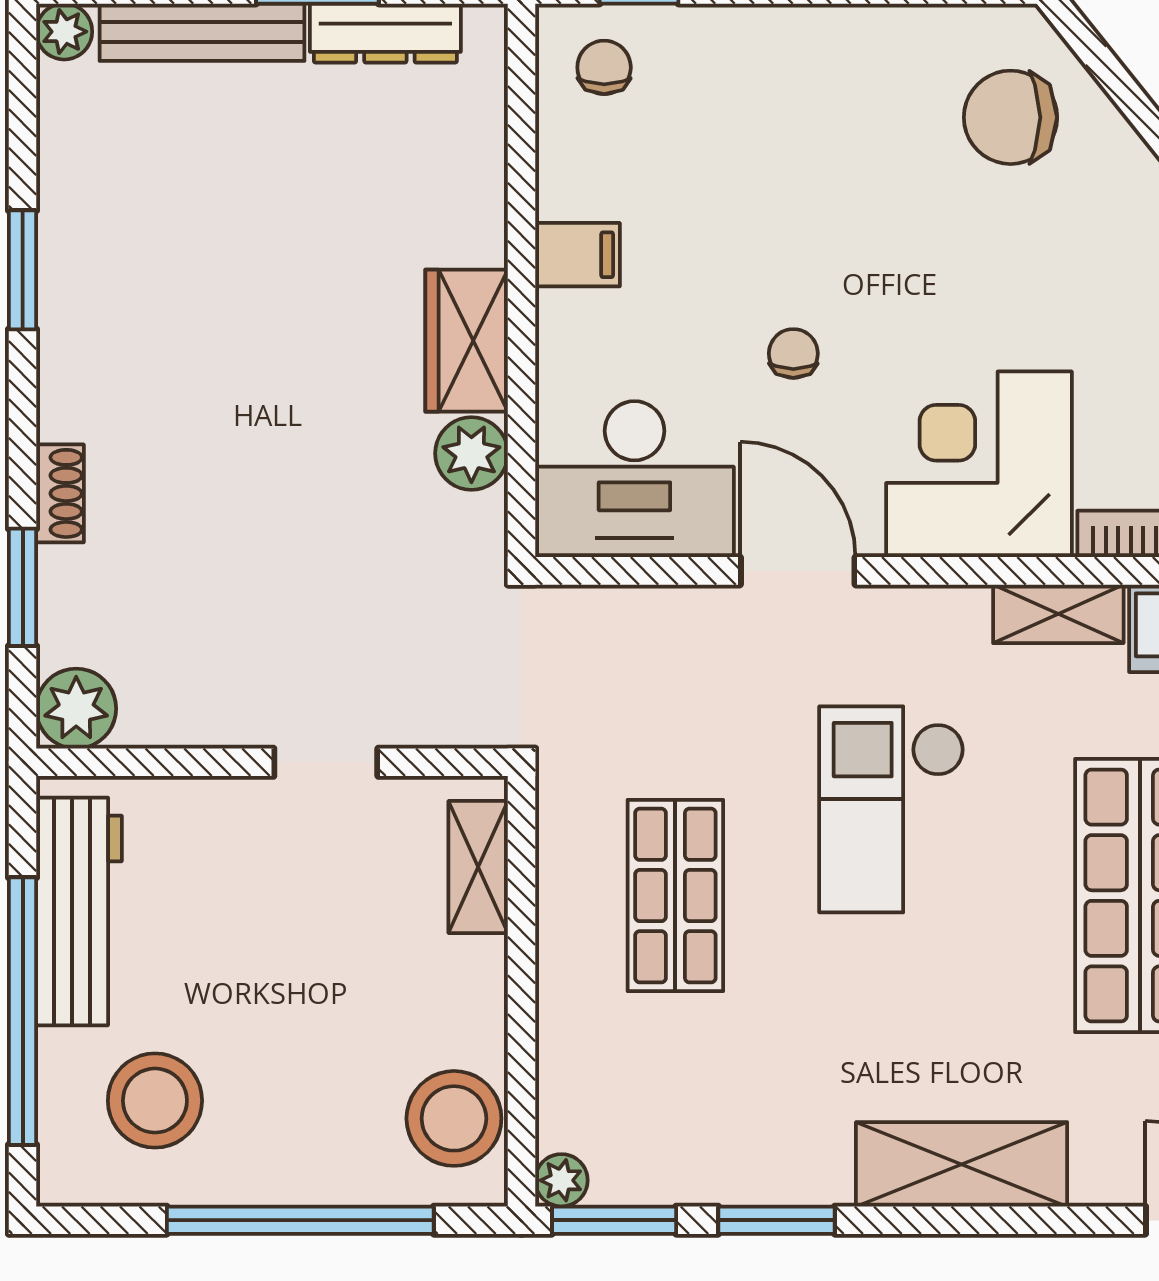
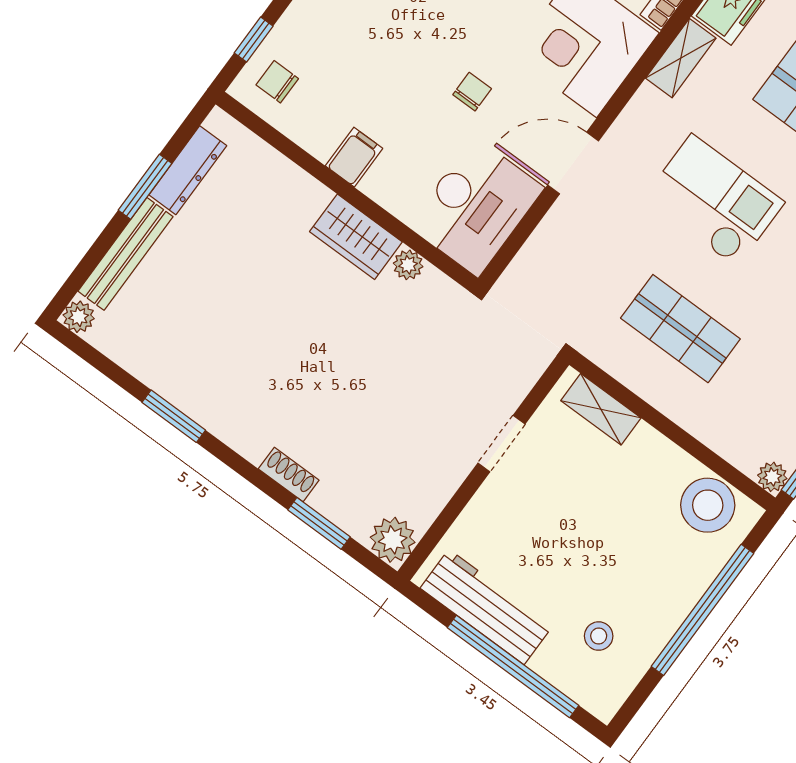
chair: (793, 353) -> (472, 92), turned 90
plant: (471, 453) -> (408, 265), width x0.73, depth x0.73
checkout: (892, 809) -> (714, 200), turned 180
stool: (155, 1101) -> (599, 636), width x0.53, depth x0.53

